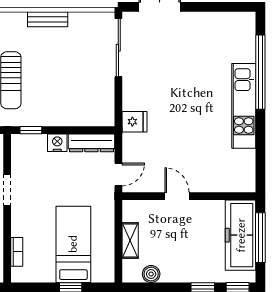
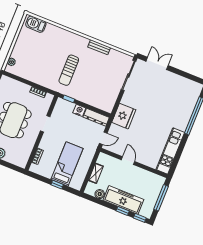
kitchen unit: (244, 106) -> (170, 151), moved
fridge: (134, 122) -> (124, 116), width x1.88, depth x1.34
freezer: (241, 235) -> (123, 200), moved, turned 90

